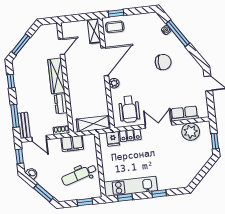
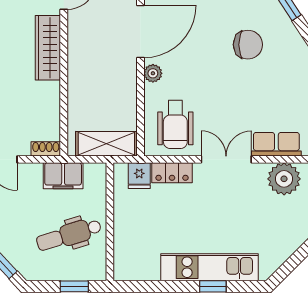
dresser: (61, 104) -> (50, 100), removed
kitchen unit: (131, 186) -> (209, 267), moved
window: (125, 197) -> (149, 286), removed

